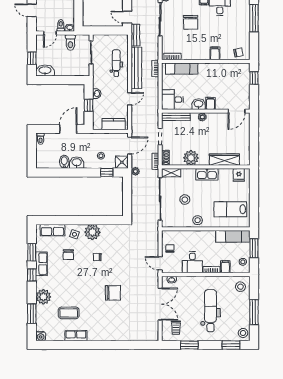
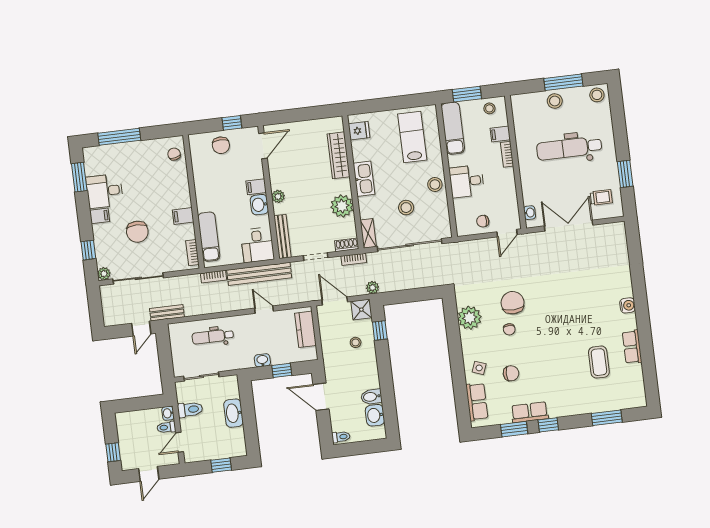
chair: (191, 22) -> (137, 232), turned 90
door: (50, 33) -> (180, 442), swing flipped
filing cabinet: (215, 53) -> (183, 216), moved
bench: (136, 68) -> (259, 274), moved
washbasin: (45, 70) -> (233, 413), moved
window: (254, 78) -> (232, 123), moved
chair: (240, 84) -> (221, 145), added
door: (237, 111) -> (263, 146), hinge flipped
washbasin: (77, 163) -> (375, 415), moved
lab bench: (230, 209) -> (412, 137), turned 180
plant: (92, 232) -> (470, 318), moved
desk: (192, 262) -> (467, 181), moved, turned 180
stool: (240, 287) -> (555, 101), moved
chair: (113, 293) -> (513, 303), moved
plant: (43, 297) -> (579, 403), removed
water cooler: (41, 336) -> (628, 305), moved
window: (231, 345) -> (617, 111), removed

